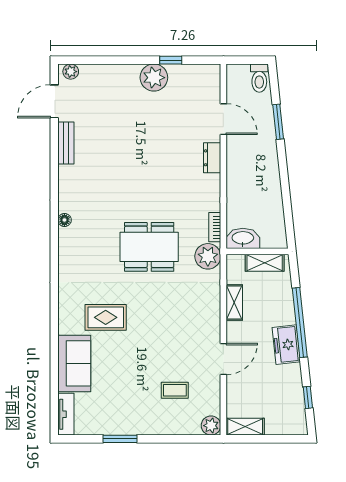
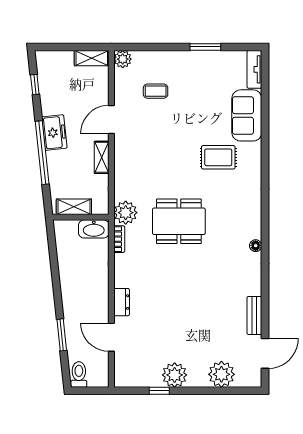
plant: (71, 72) -> (221, 374), moved, width x1.88, depth x1.88
shelving: (234, 303) -> (102, 157), moved

